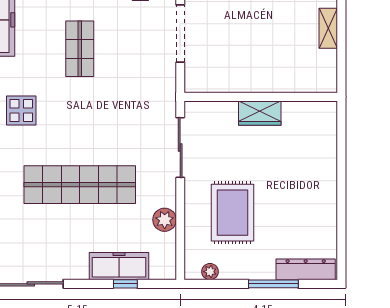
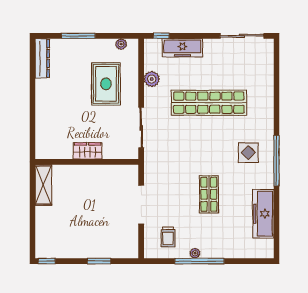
shelving: (328, 28) -> (43, 185), moved, width x1.50, depth x1.33
dresser: (306, 269) -> (42, 58), moved, turned -90
window: (125, 284) -> (161, 36), moved

